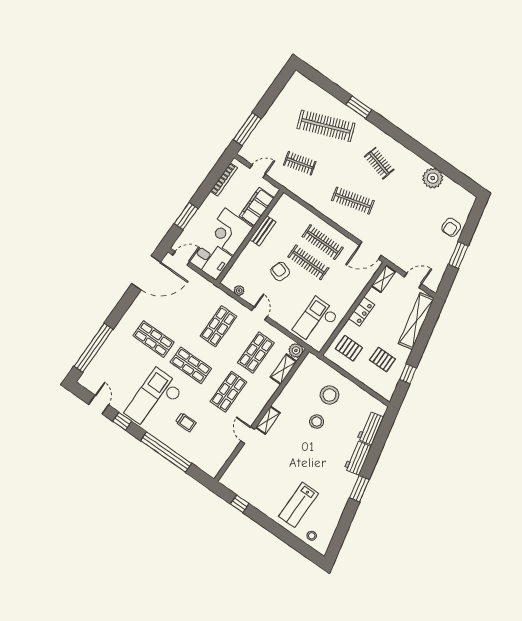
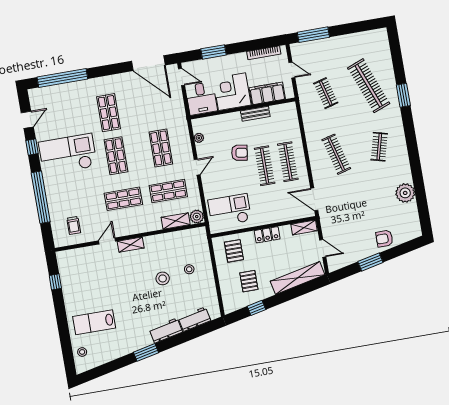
armchair: (280, 271) -> (239, 153), turned 81
shop shelf: (218, 326) -> (161, 148), turned 90
stool: (329, 395) -> (189, 269), width x0.53, depth x0.53
trolley: (186, 422) -> (74, 225), moved

